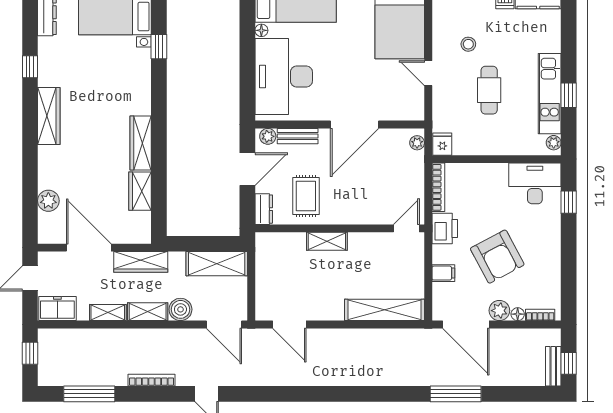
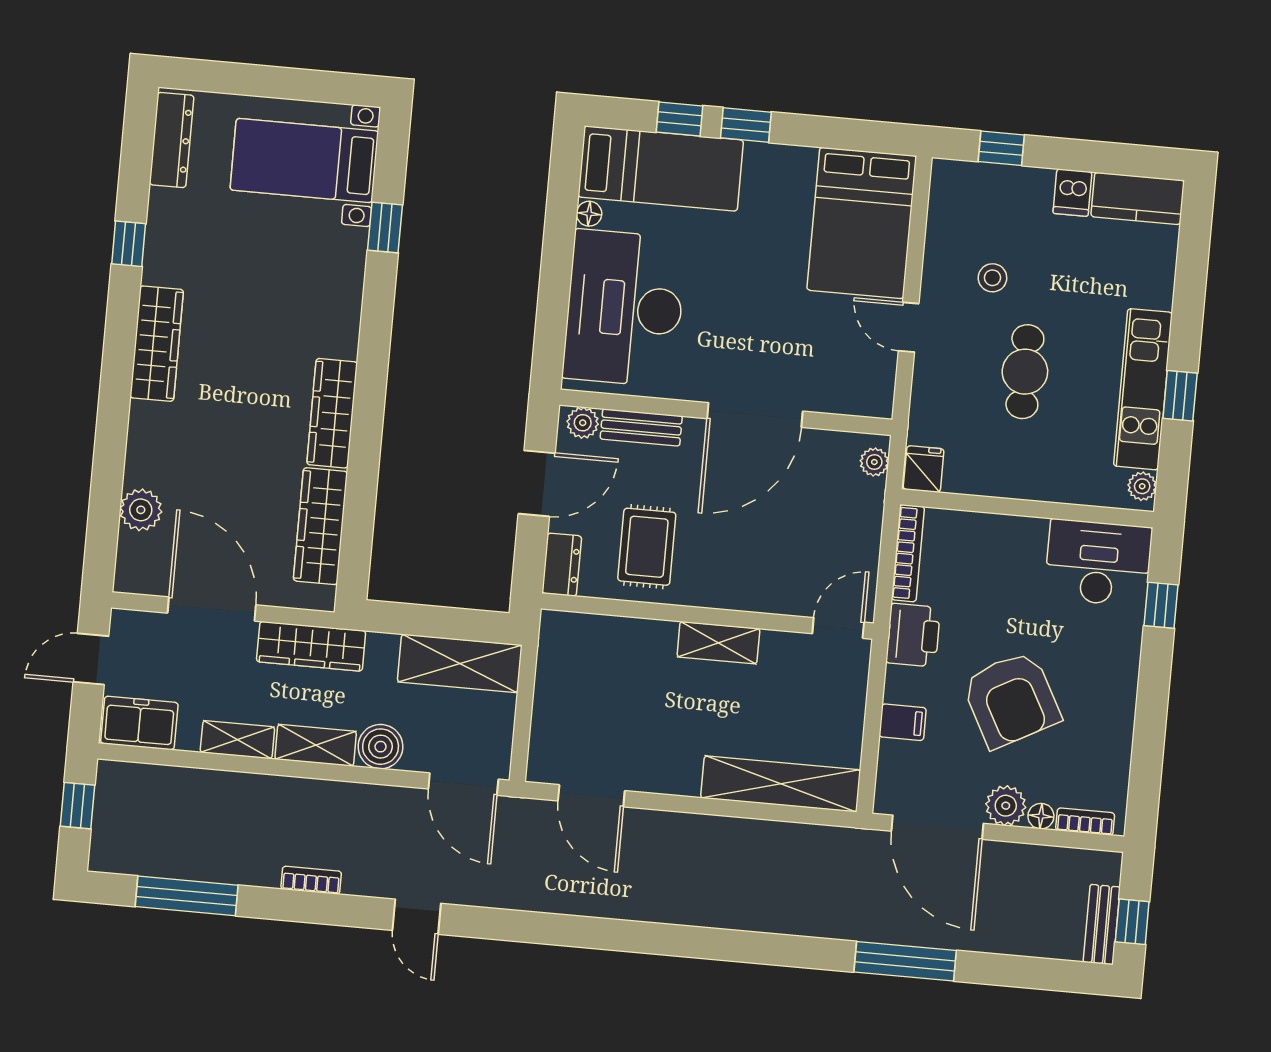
wardrobe: (140, 191) -> (320, 526), width x1.50
shelving: (327, 241) -> (718, 643), moved
bookcase: (152, 380) -> (311, 880), width x0.64

